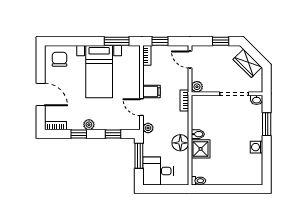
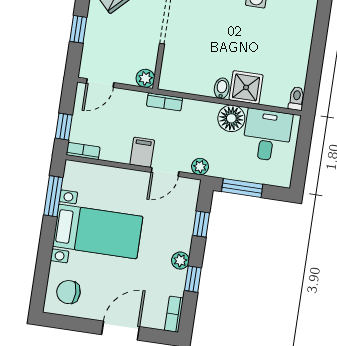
desk: (158, 171) -> (267, 135), moved, turned 180

